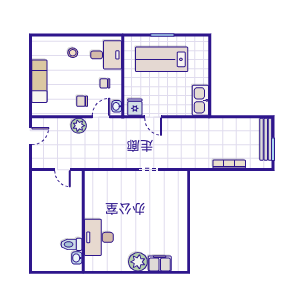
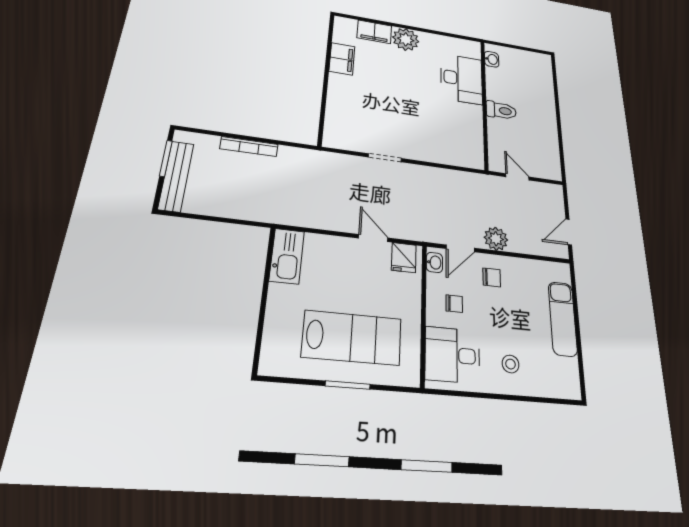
filing cabinet: (180, 237) -> (342, 59), added
toilet: (72, 244) -> (501, 110), moved

